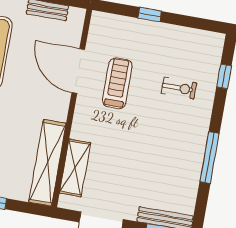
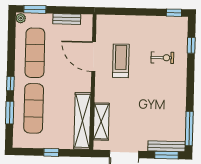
window: (150, 15) -> (174, 13), moved
window: (210, 158) -> (189, 128), moved

